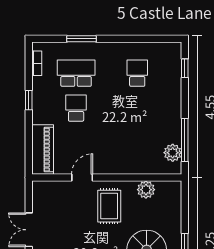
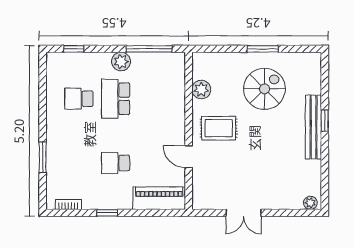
school desk: (76, 73) -> (116, 99), moved
plant: (173, 153) -> (121, 62), moved

